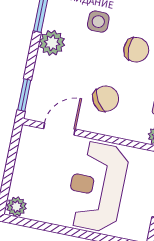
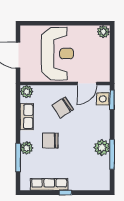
side table: (98, 22) -> (103, 99), moved
plant: (52, 43) -> (102, 148), moved

